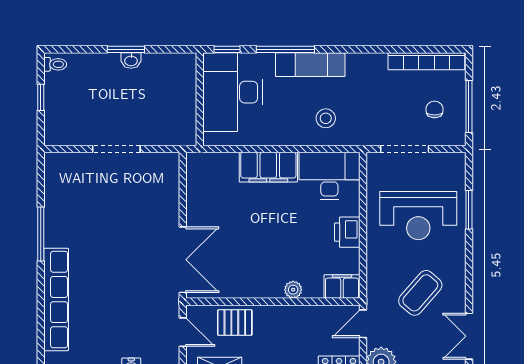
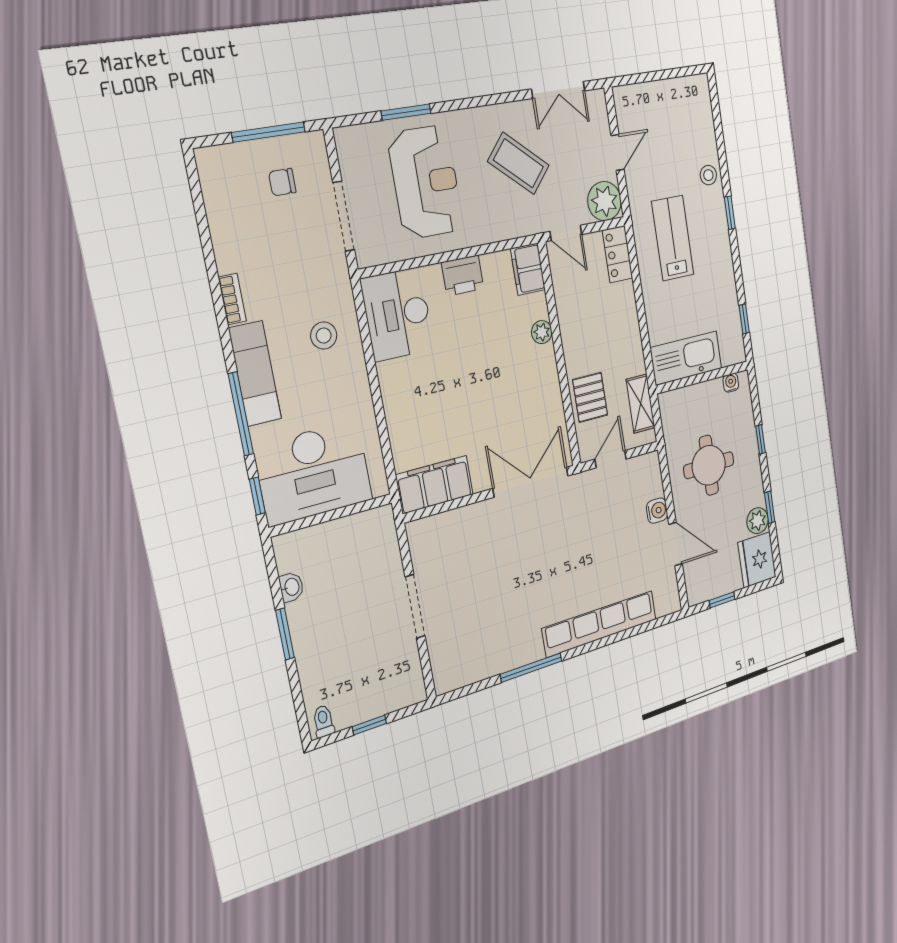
washbasin: (131, 60) -> (291, 587), moved
bookcase: (426, 61) -> (232, 299), moved, width x0.43, depth x0.76
filing cabinet: (268, 167) -> (435, 485), moved, turned -90

